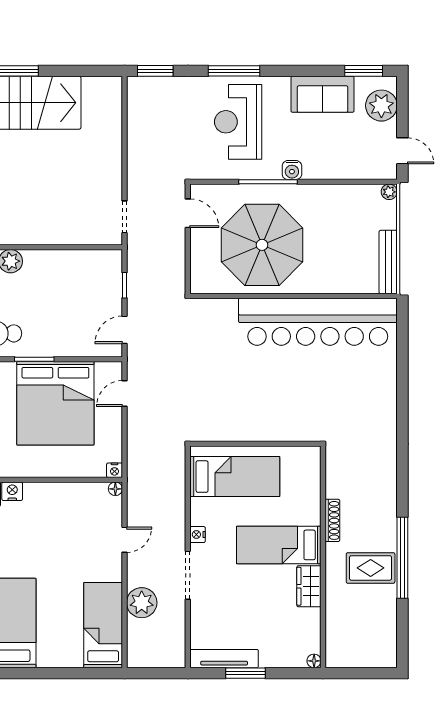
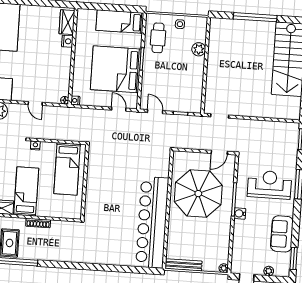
plant: (381, 106) -> (269, 271), width x0.53, depth x0.53

